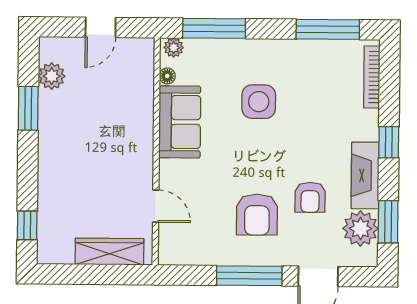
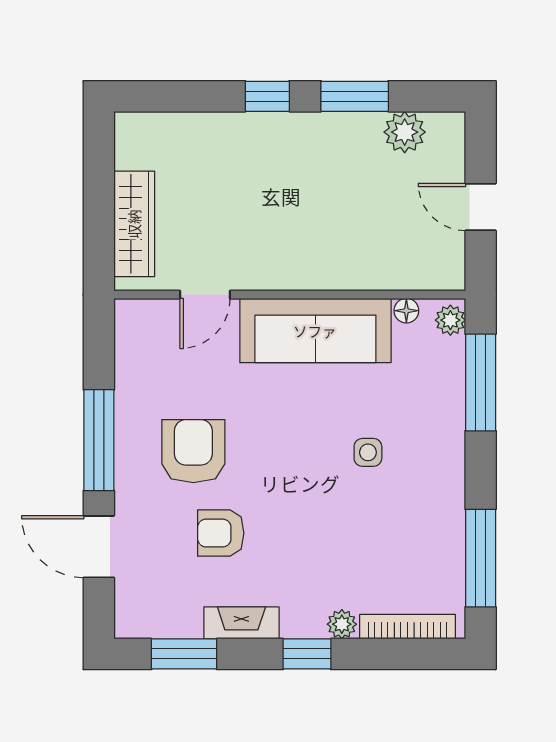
side table: (259, 102) -> (368, 452), width x0.54, depth x0.54
sofa: (180, 122) -> (315, 331), width x1.36
fireplace: (365, 175) -> (241, 623), width x0.73, depth x0.76
armchair: (257, 215) -> (193, 451), turned 90
window: (27, 225) -> (267, 96), moved
plant: (360, 229) -> (342, 624), moved, width x0.53, depth x0.53

